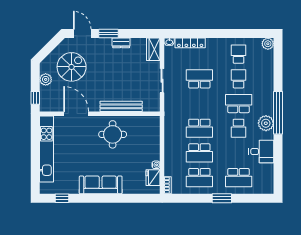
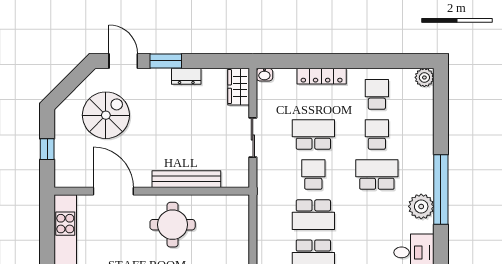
locker: (190, 43) -> (322, 76), moved
plant: (46, 79) -> (64, 135), removed
window: (35, 98) -> (47, 149), moved
school desk: (239, 128) -> (313, 175), moved, turned 180

